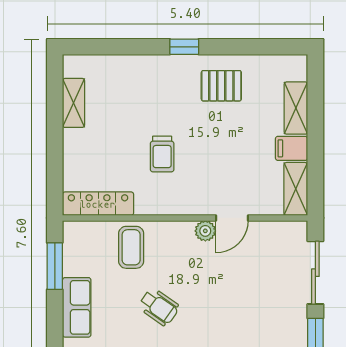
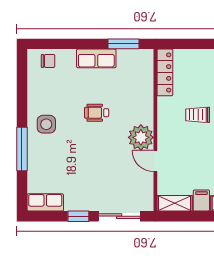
plant: (205, 231) -> (141, 137), width x1.87, depth x1.87
coffee table: (131, 247) -> (136, 94), removed
wheelchair: (159, 307) -> (97, 113), turned 55

